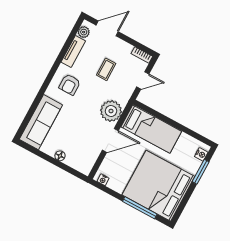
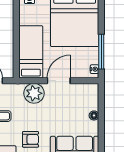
door: (110, 140) -> (59, 81), hinge flipped
window: (140, 208) -> (101, 52), moved

